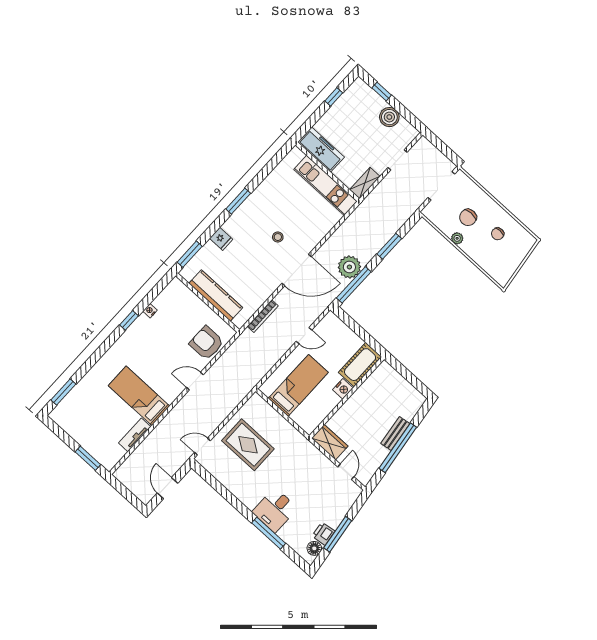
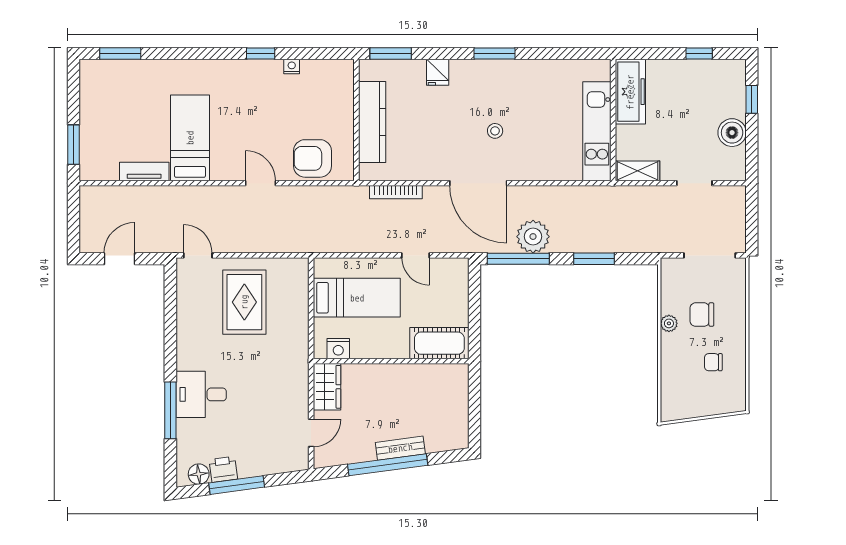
armchair: (207, 343) -> (312, 158), turned -90
nightstand: (343, 389) -> (338, 349), moved

